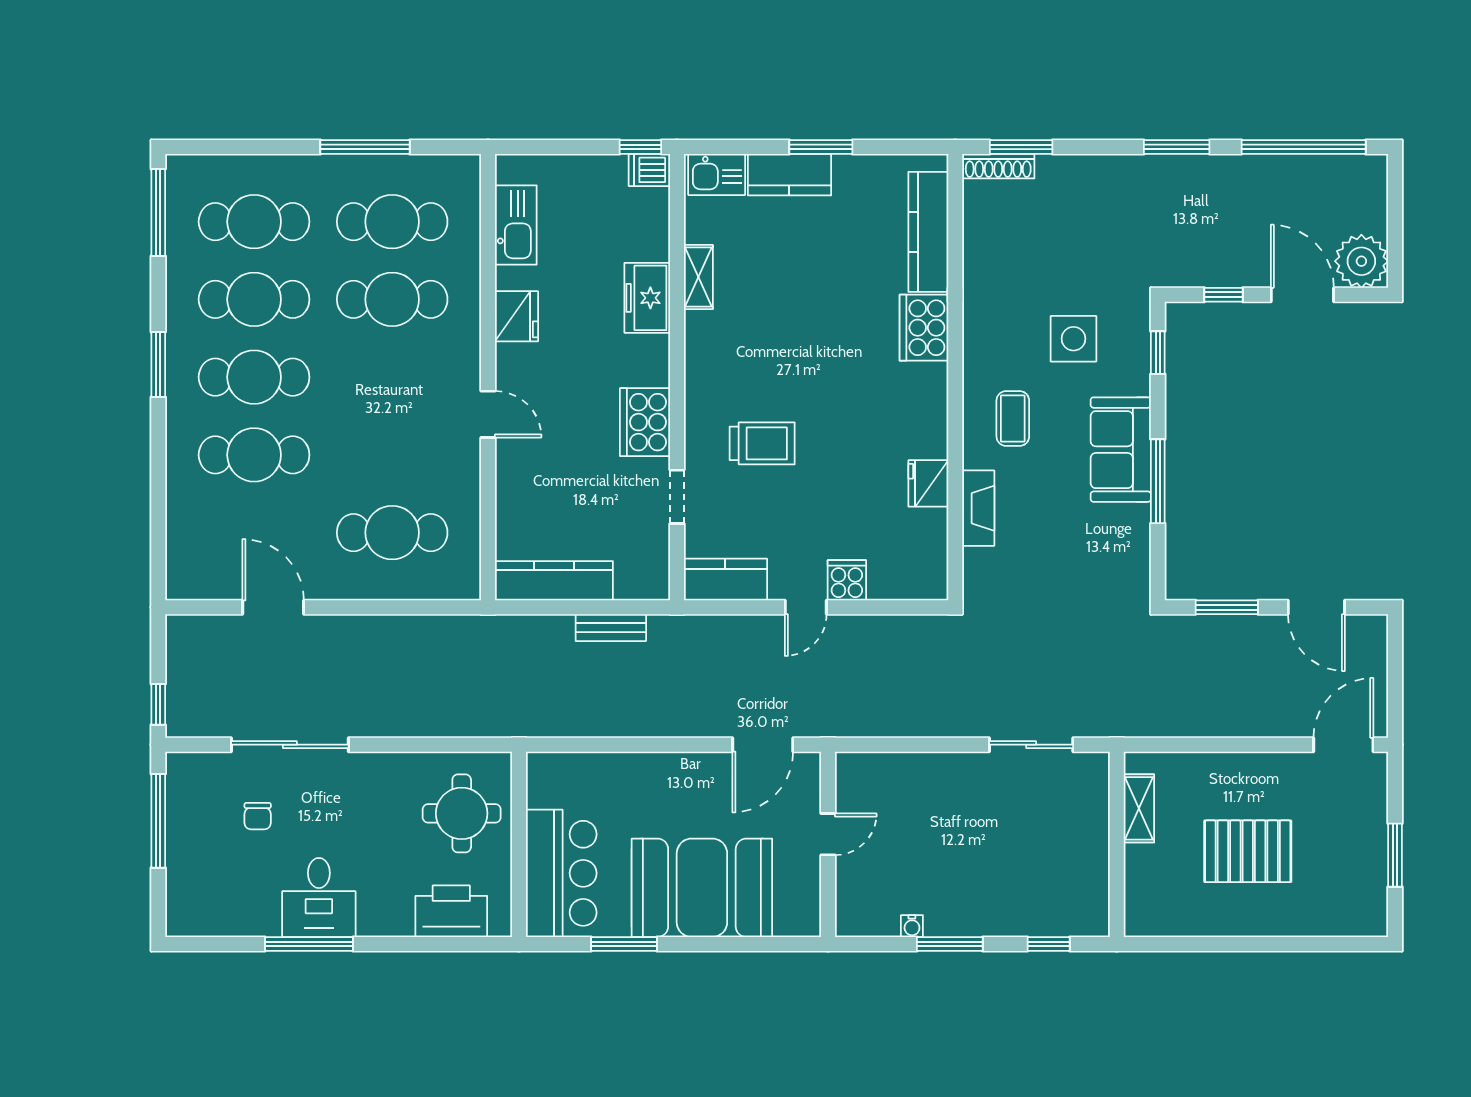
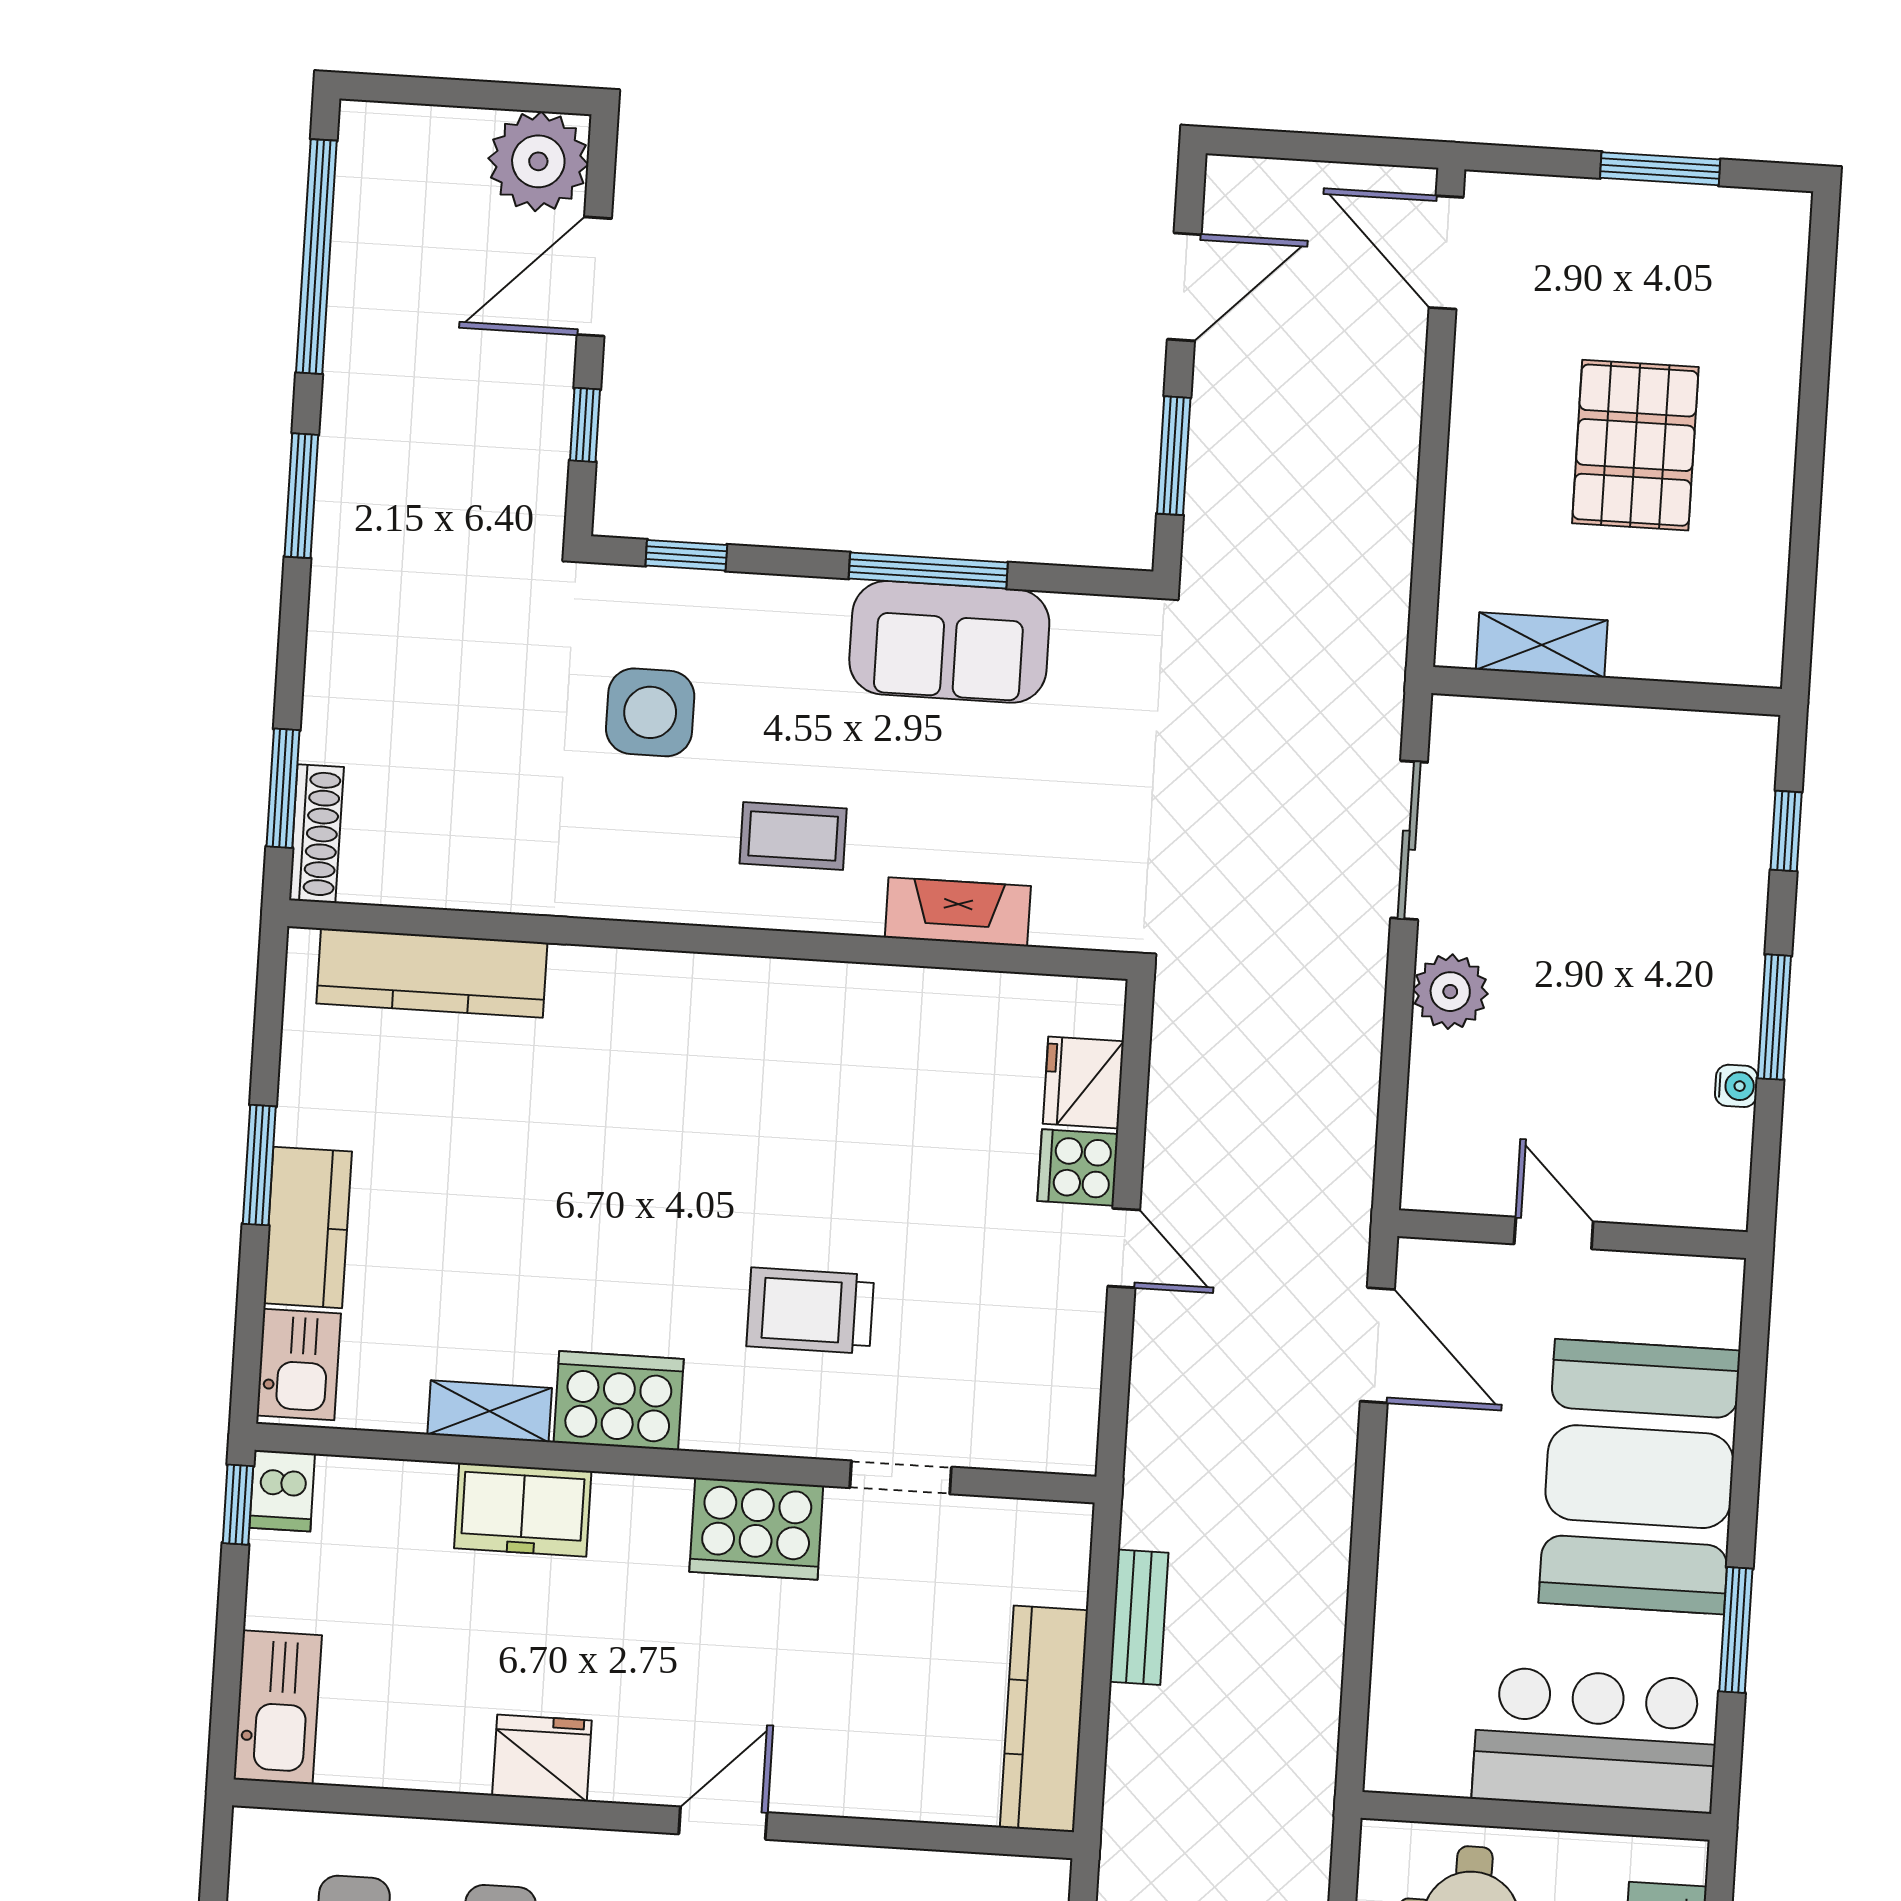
kitchen sink: (516, 225) -> (278, 1707), moved, turned 90
cooker: (924, 328) -> (619, 1401), moved, turned 180
trolley: (762, 443) -> (810, 1311), turned -90
sofa: (1121, 450) -> (949, 642), moved
fridge: (928, 483) -> (1083, 1082), moved, turned 90
kitchen counter: (725, 580) -> (1062, 1396), removed
plant: (952, 771) -> (1450, 992), added

